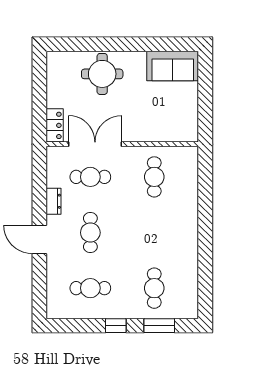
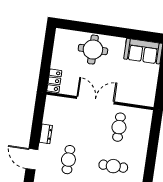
double door: (95, 144) -> (95, 100), moved
cafe table: (90, 177) -> (113, 166), moved

